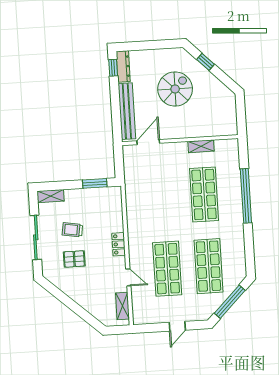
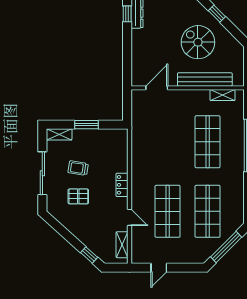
spiral stairs: (175, 89) -> (198, 42), moved, turned -90
bench: (127, 111) -> (205, 79), moved, turned 90
shelving: (201, 146) -> (222, 95), moved
window: (95, 183) -> (86, 125), moved
window: (89, 319) -> (89, 255), added
door: (177, 326) -> (159, 268), moved

